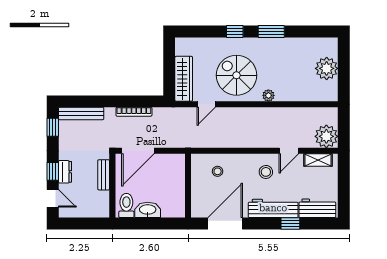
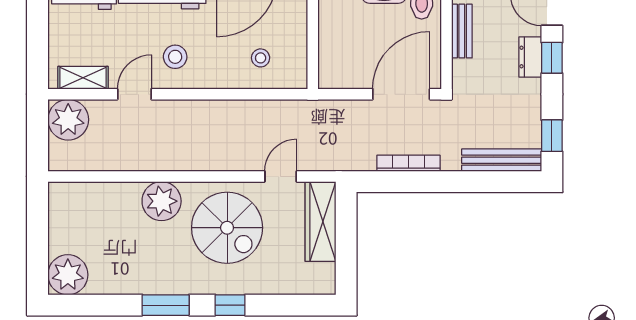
plant: (327, 68) -> (68, 275), moved
plant: (268, 95) -> (162, 201), width x1.87, depth x1.87
bench: (104, 175) -> (462, 31), moved

